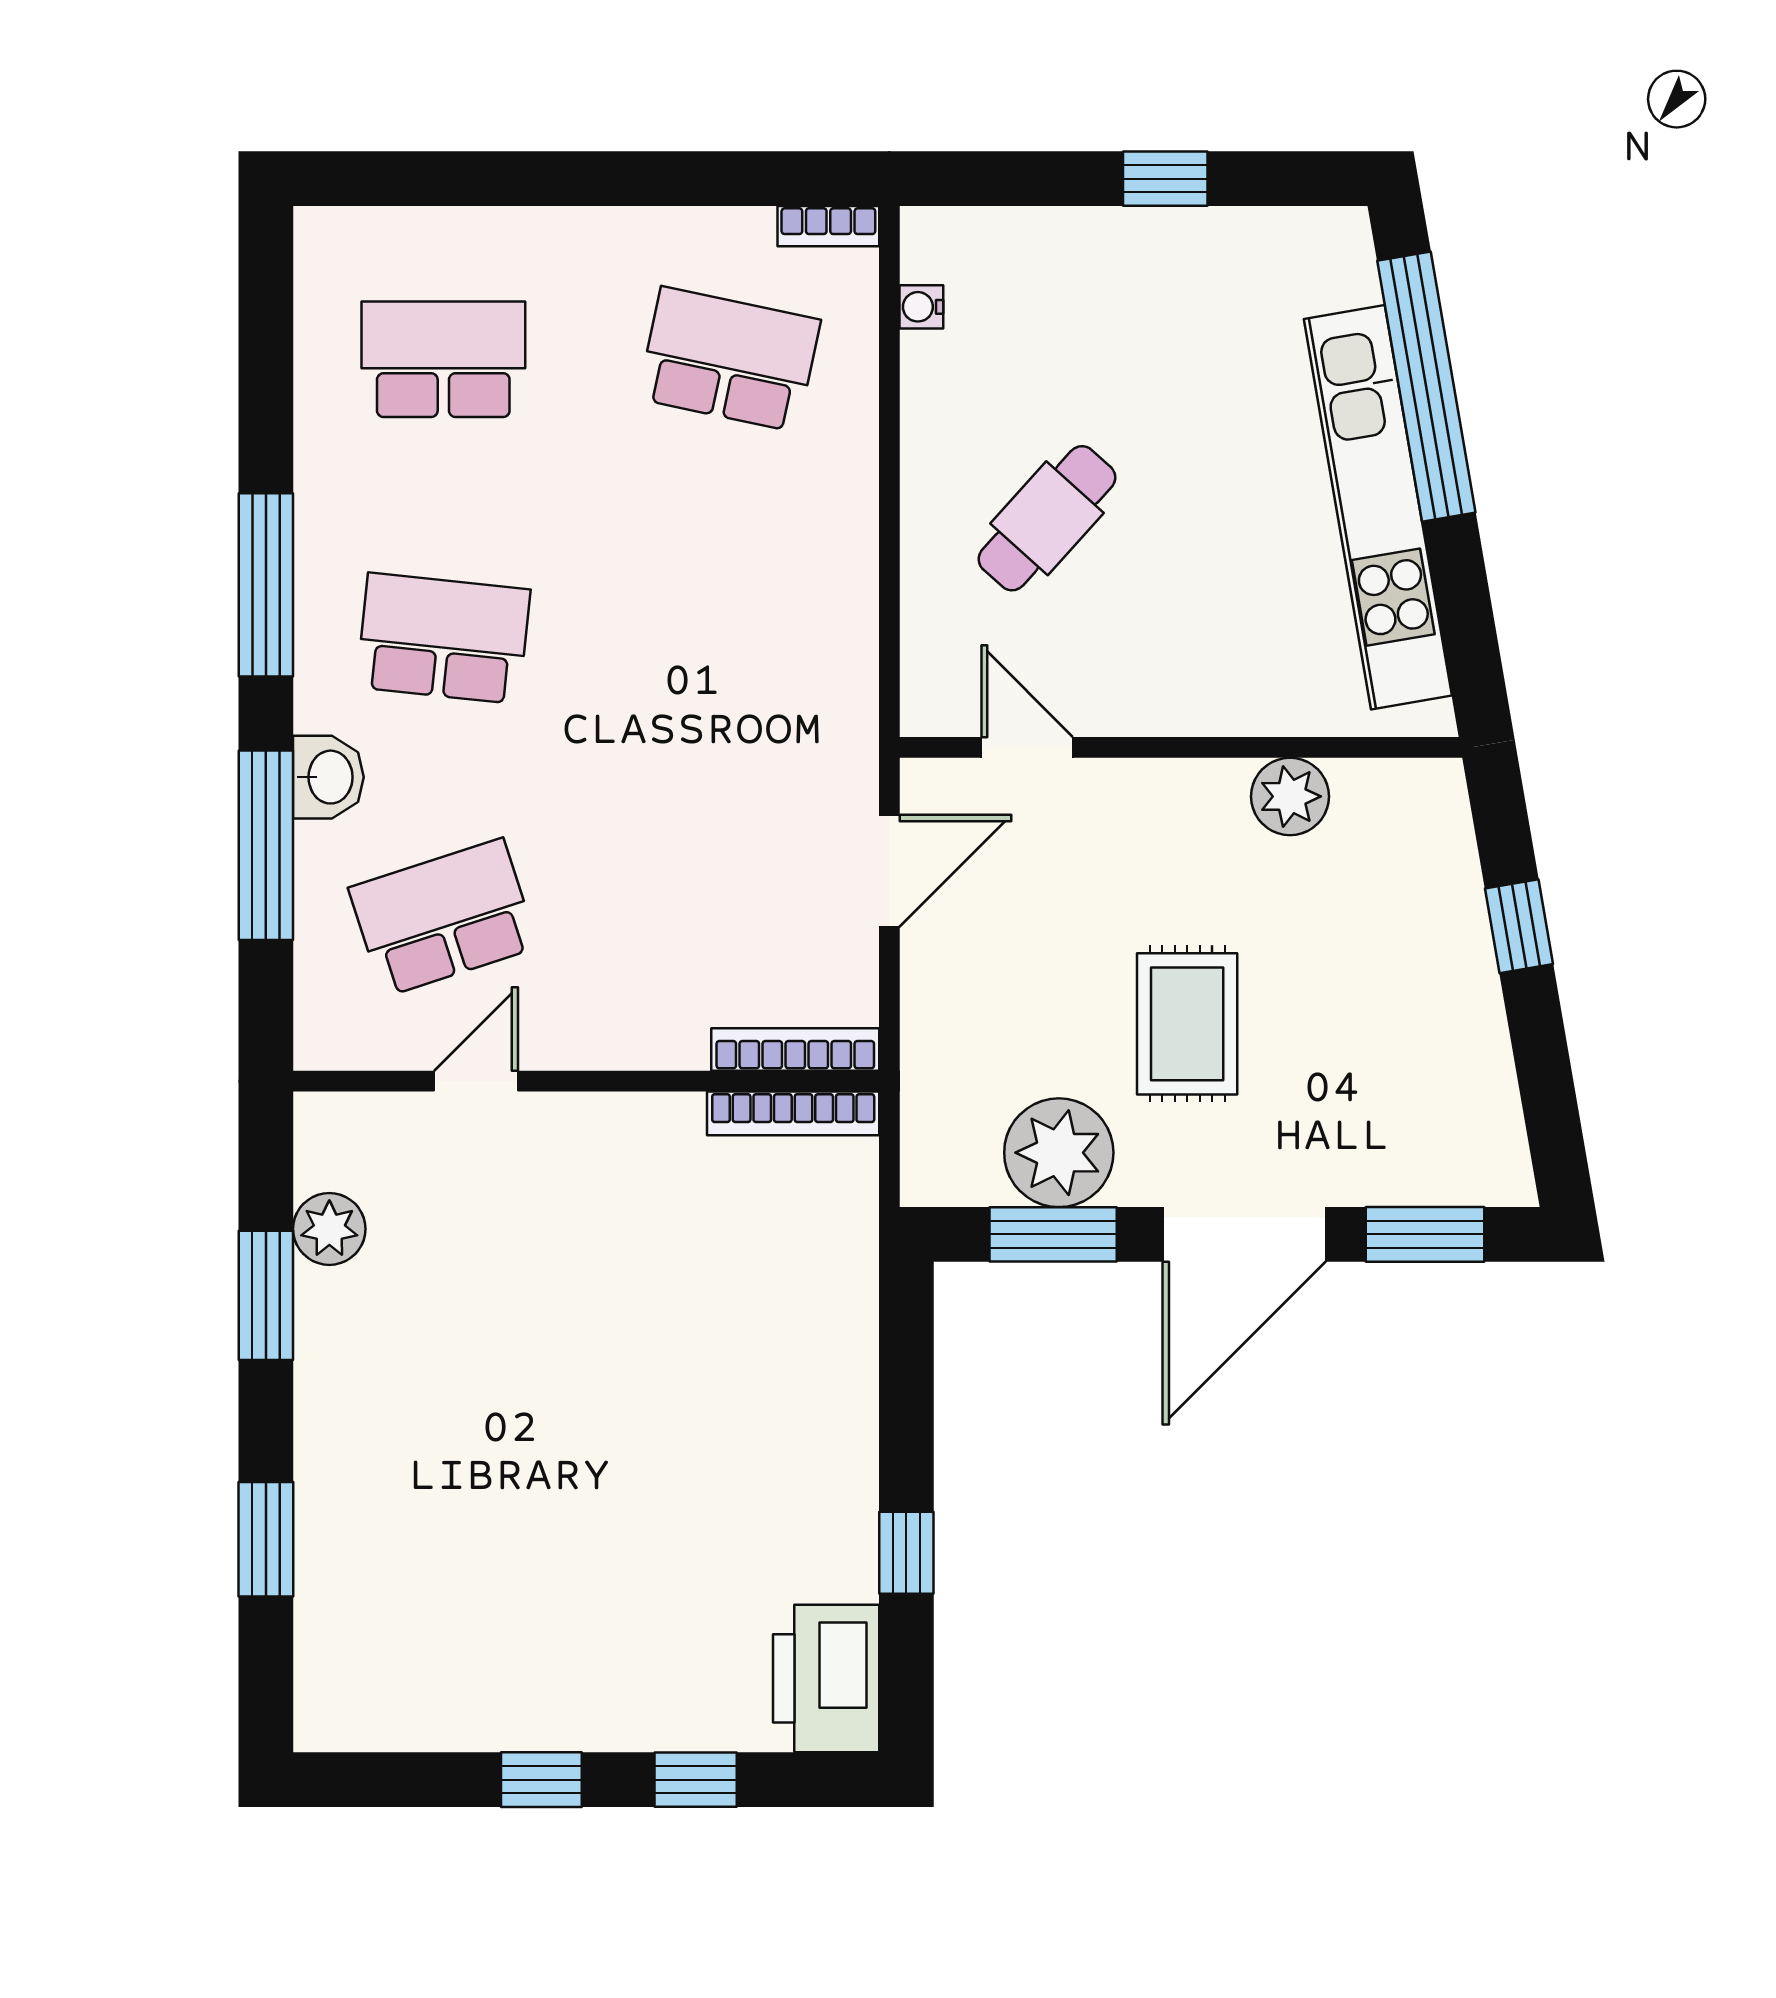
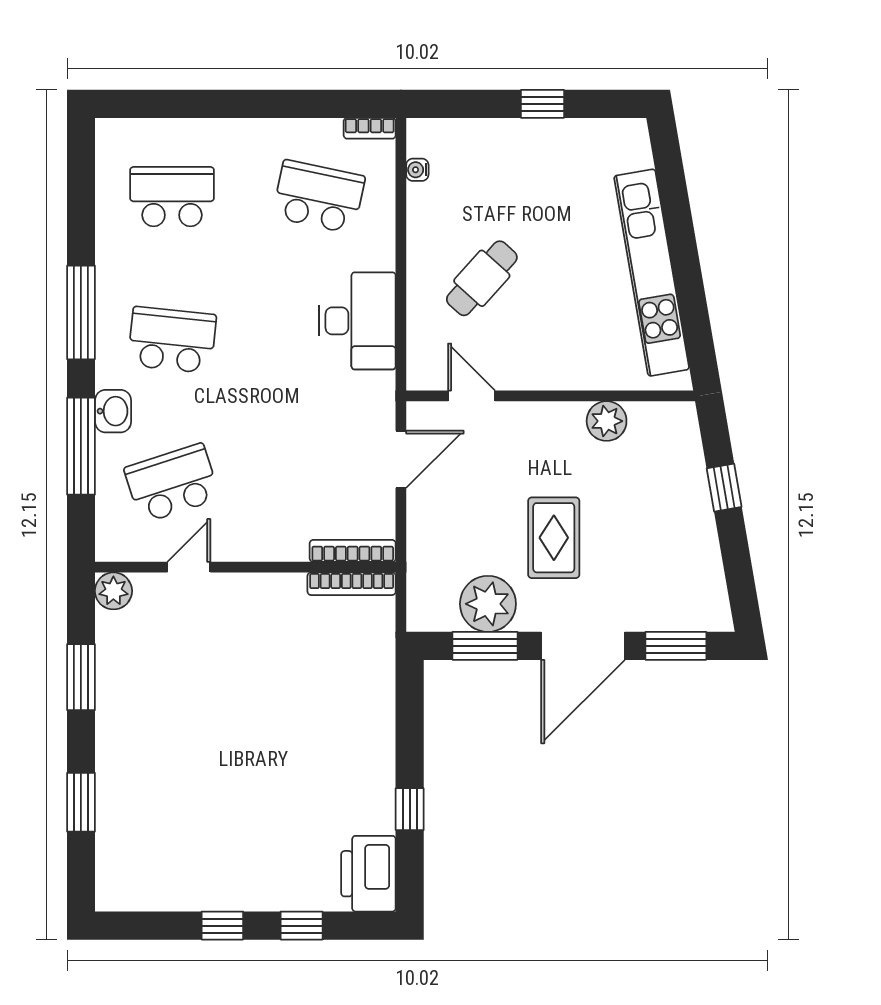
window: (1426, 387) -> (677, 211), removed
desk: (805, 601) -> (358, 321), added
plant: (329, 1229) -> (113, 591), moved

